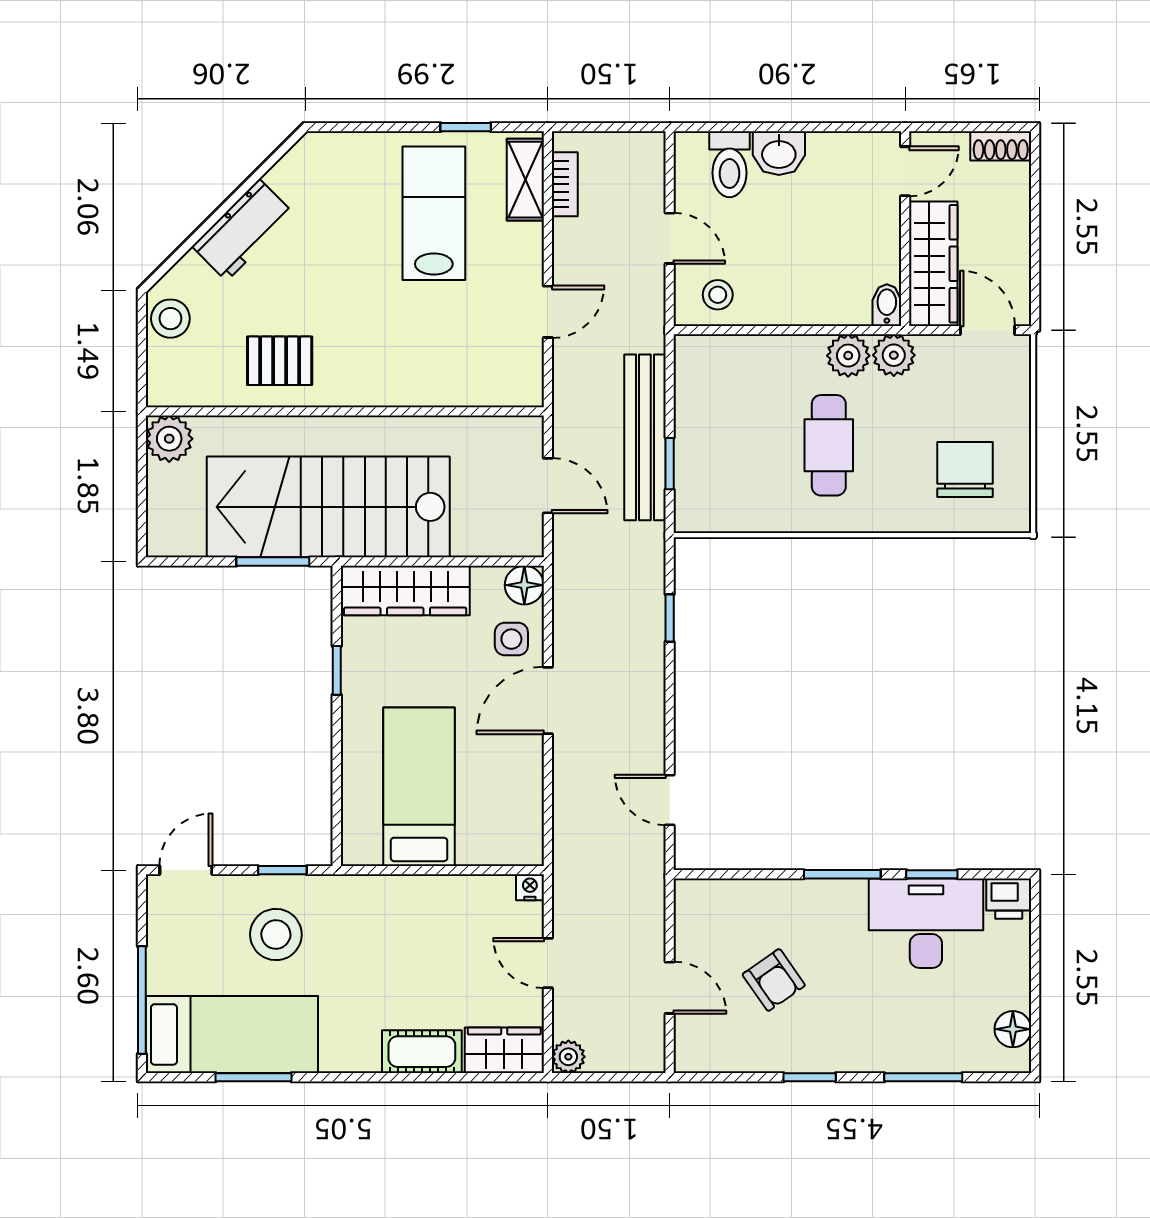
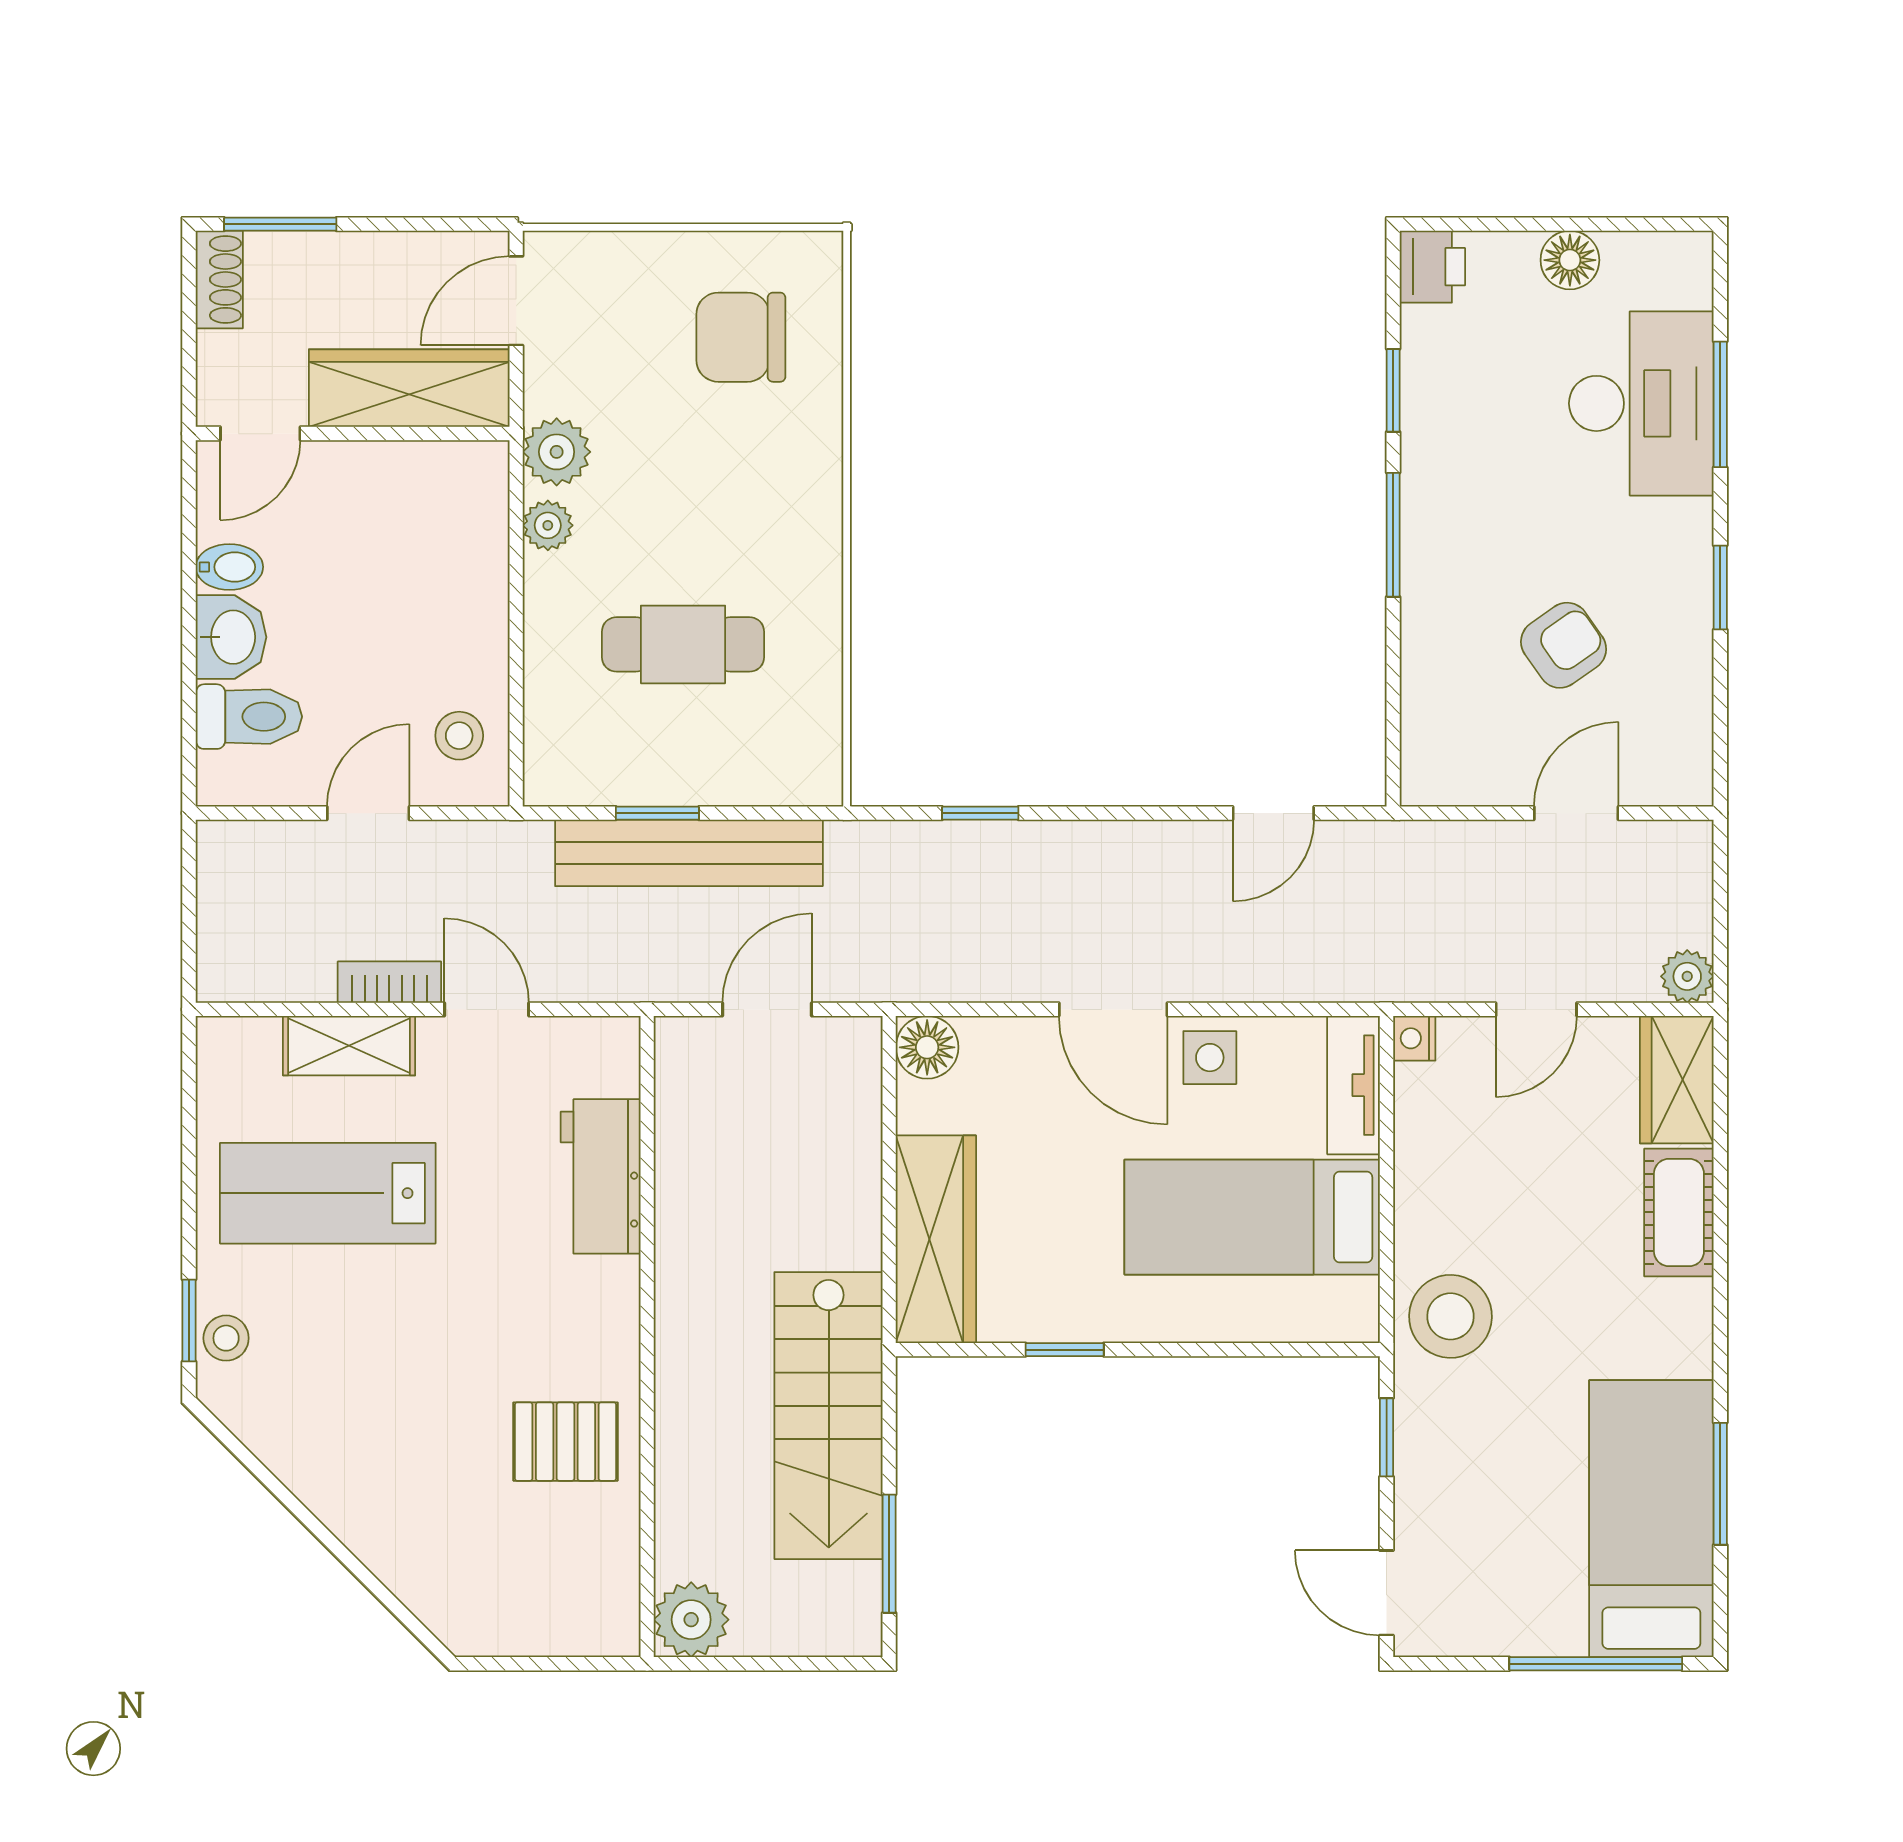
window: (466, 127) -> (189, 1321), moved
door: (905, 171) -> (260, 434), swing flipped
shelving: (525, 180) -> (349, 1046), moved
bookcase: (565, 184) -> (389, 982), moved
window: (1035, 184) -> (280, 224), added
workbench: (243, 230) -> (601, 1176), moved, turned -135
bidet: (887, 305) -> (229, 567), moved, turned 180
stool: (170, 319) -> (226, 1338), moved, width x0.73, depth x0.73
plant: (848, 356) -> (548, 525), width x0.73, depth x0.73
pallet: (280, 361) -> (566, 1442), turned 90
cafe table: (829, 445) -> (683, 644), moved
window: (670, 464) -> (657, 813), moved
stairs: (328, 507) -> (829, 1416), width x0.73, depth x0.66
window: (273, 562) -> (889, 1554), moved
side table: (511, 639) -> (1210, 1058), moved
tv unit: (501, 850) -> (1354, 1085), added
desk: (926, 923) -> (1641, 403), moved, turned 180
stool: (276, 935) -> (1450, 1316), moved
floor lamp: (1013, 1029) -> (1570, 260), moved

